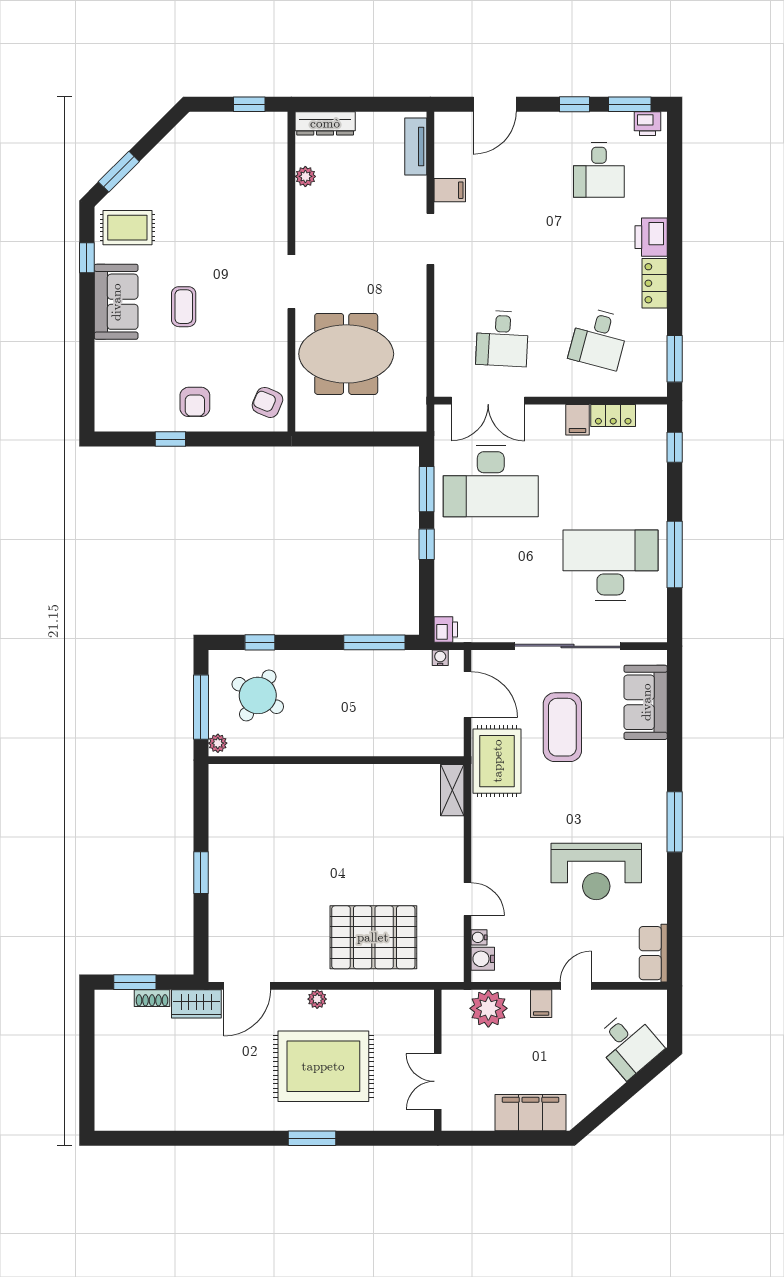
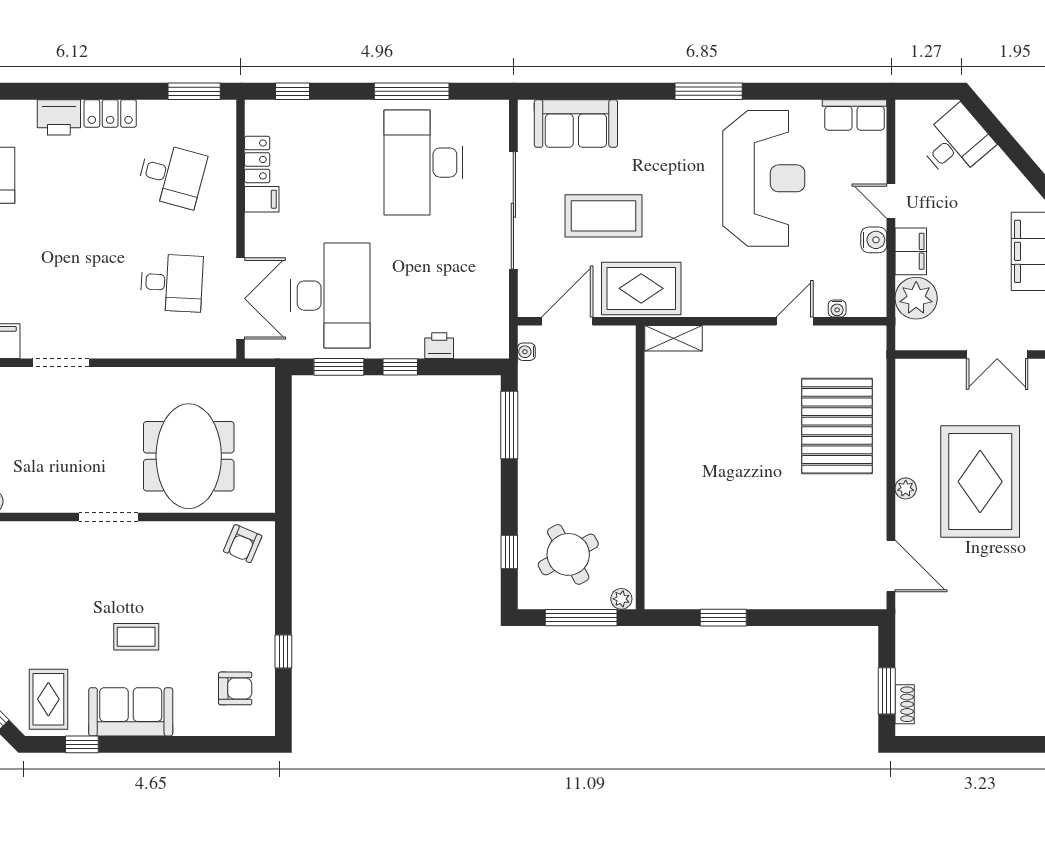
armchair: (195, 402) -> (235, 688), moved
printer: (446, 630) -> (439, 346), moved
round table: (258, 695) -> (568, 554), turned 30
reception desk: (596, 872) -> (764, 178), width x1.36, depth x1.30
window: (201, 873) -> (723, 618), moved
water cooler: (483, 959) -> (874, 240), moved, turned -90
shoe rack: (152, 998) -> (905, 704), moved
wardrobe: (196, 1004) -> (911, 623), removed
filing cabinet: (541, 1004) -> (911, 251), width x2.00

